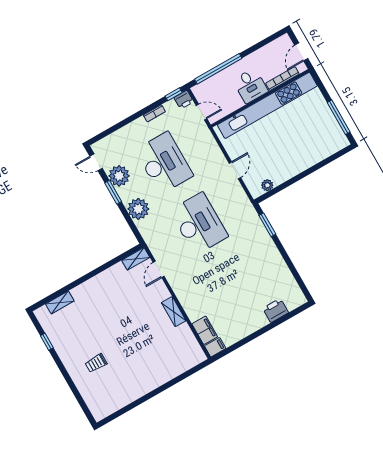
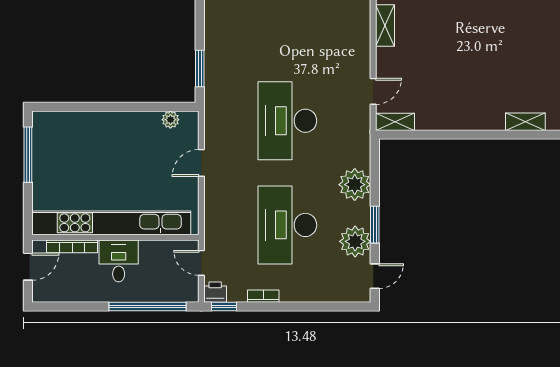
door: (96, 162) -> (375, 276), hinge flipped
trolley: (96, 363) -> (523, 16), removed

